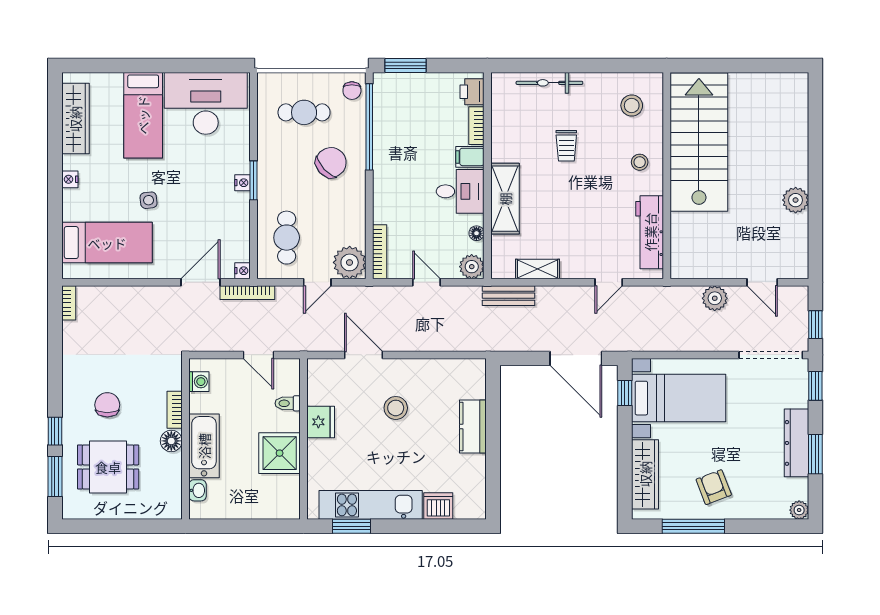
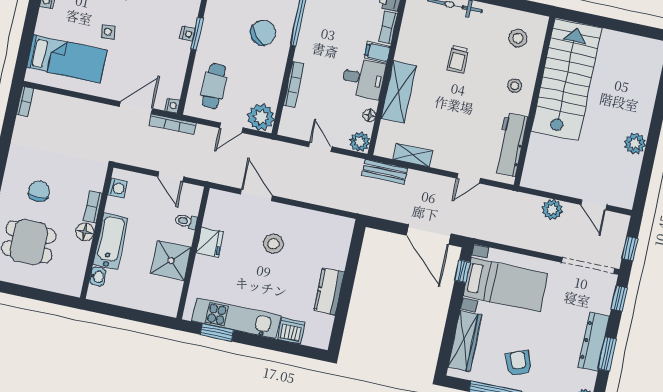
bookcase: (380, 252) -> (294, 84), moved
kitchen counter: (473, 427) -> (329, 291), moved

